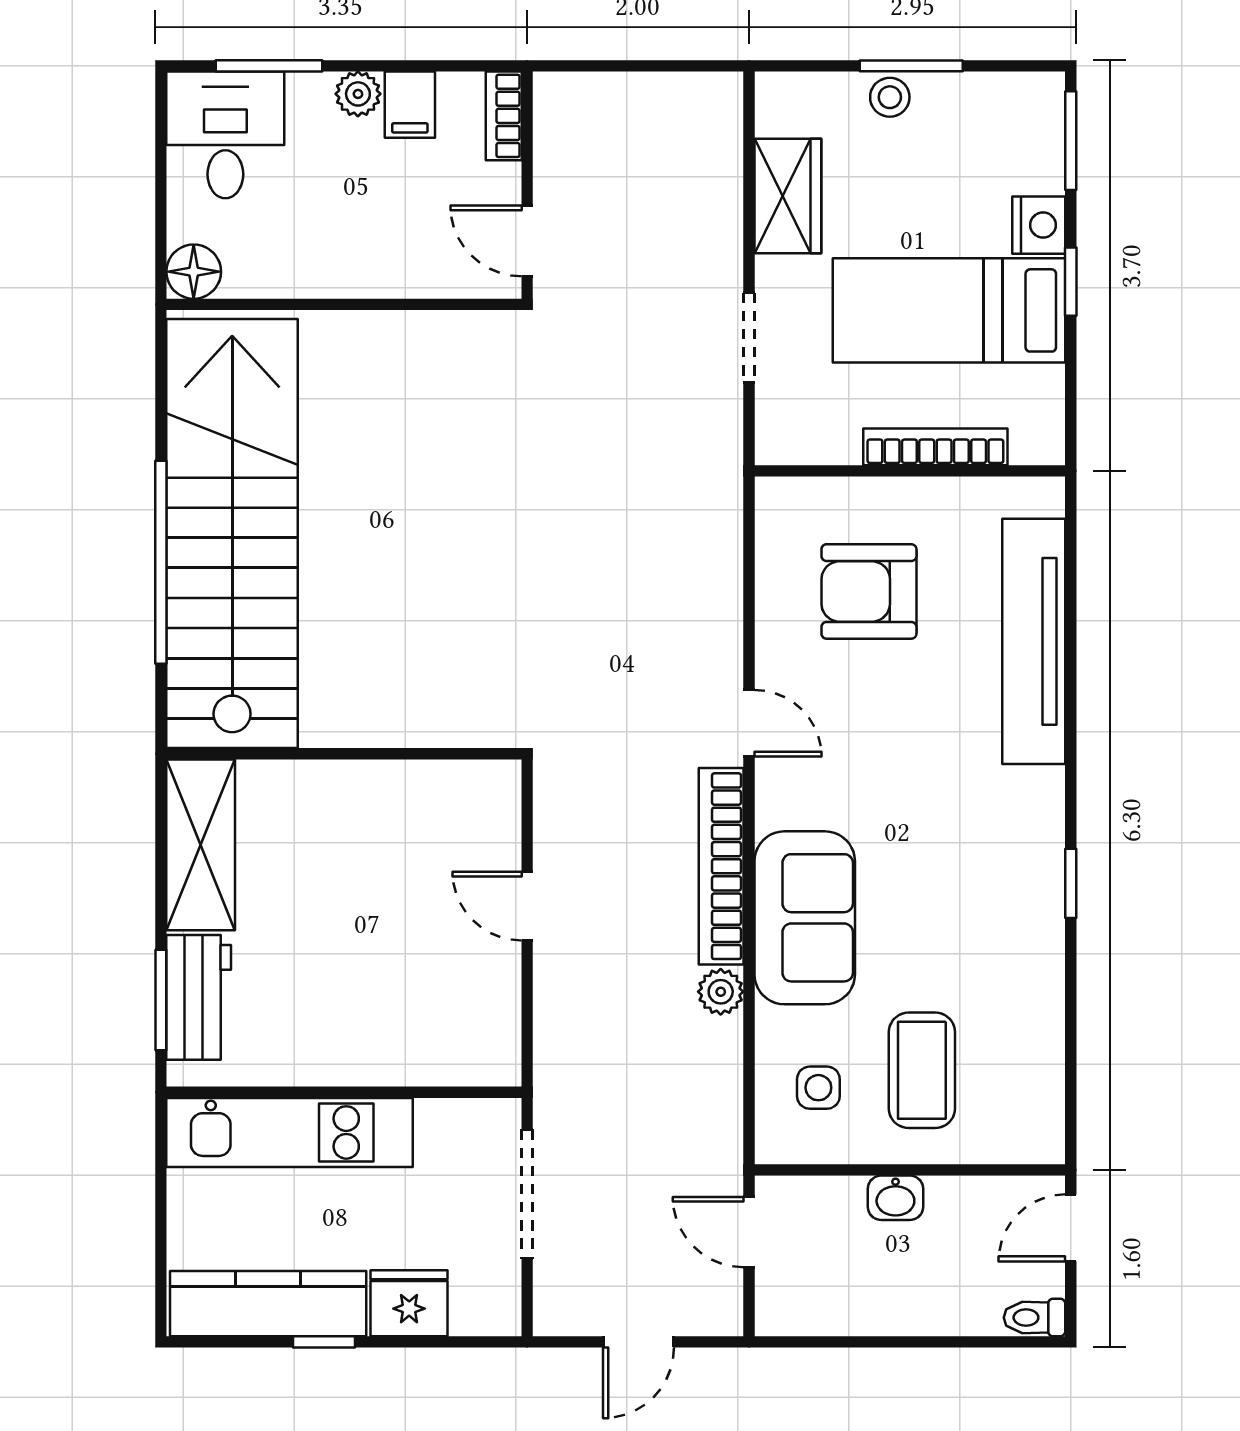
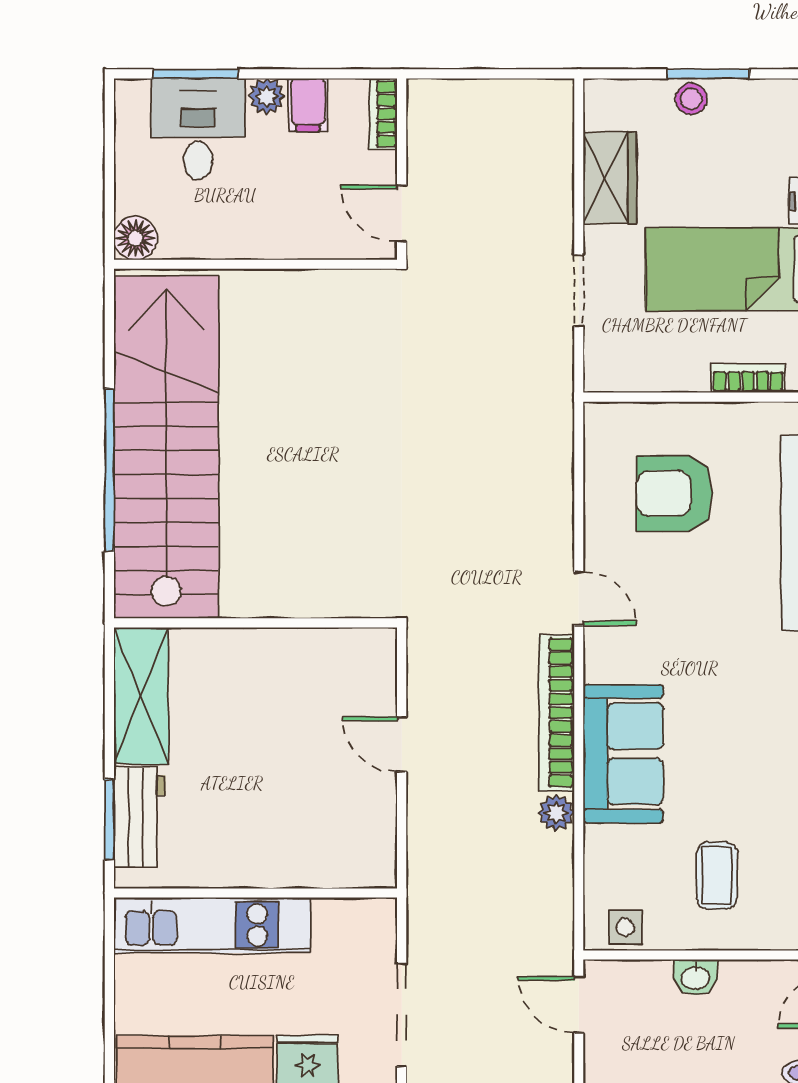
desk: (225, 135) -> (198, 129), moved
bookcase: (935, 447) -> (748, 378), width x0.64
coffee table: (922, 1070) -> (717, 876), width x0.73, depth x0.77
side table: (818, 1088) -> (625, 927), moved
doorway: (527, 1194) -> (402, 1015), moved

